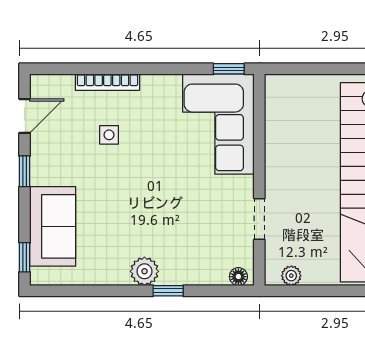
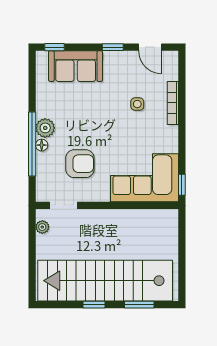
doorway: (259, 219) -> (64, 205), moved
armchair: (197, 220) -> (80, 164), added
floor lamp: (238, 277) -> (42, 145), moved
window: (168, 291) -> (32, 144), width x3.17

